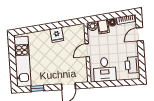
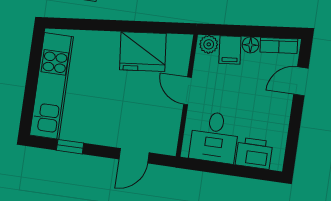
fridge: (57, 35) -> (143, 52), width x1.88, depth x1.34
door: (87, 50) -> (187, 91), hinge flipped
printer: (132, 65) -> (254, 153), moved, turned 90

